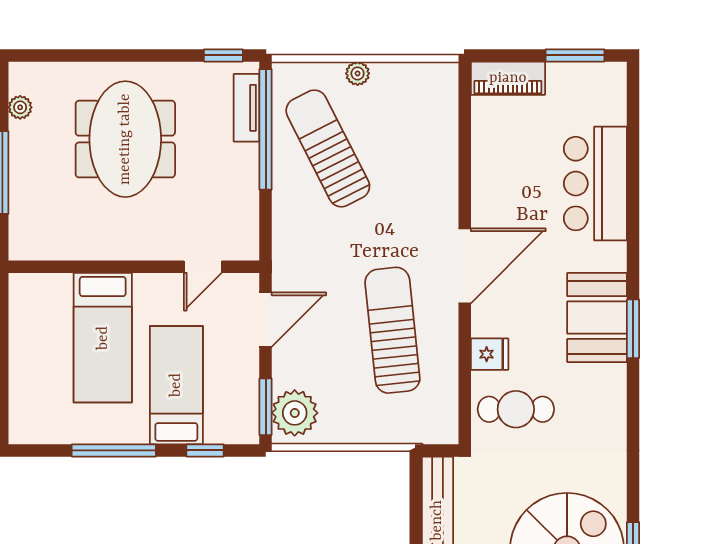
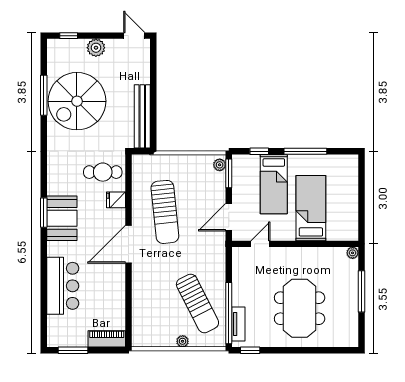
plant: (20, 107) -> (353, 253), moved
plant: (295, 413) -> (220, 165), width x0.53, depth x0.53

